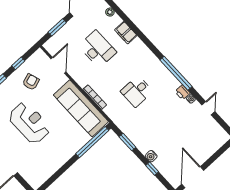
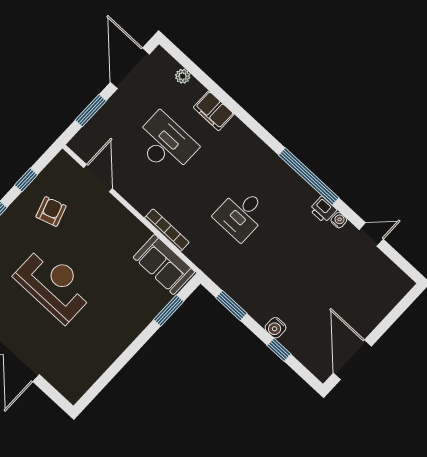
sofa: (81, 108) -> (164, 265), width x0.54, depth x0.79
door: (208, 108) -> (371, 234), hinge flipped
window: (92, 142) -> (169, 310), width x0.47

